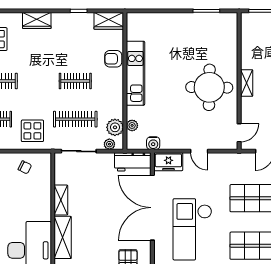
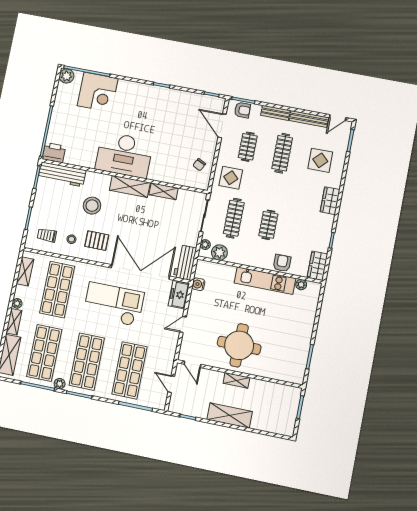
plant: (132, 125) -> (301, 285), moved

